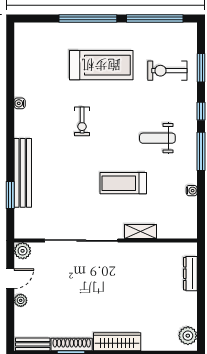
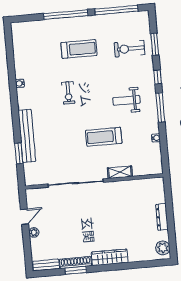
treadmill: (101, 65) -> (79, 49), width x0.73, depth x0.73
plant: (23, 251) -> (32, 195), removed
dresser: (190, 274) -> (162, 217), moved

